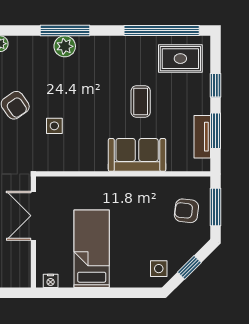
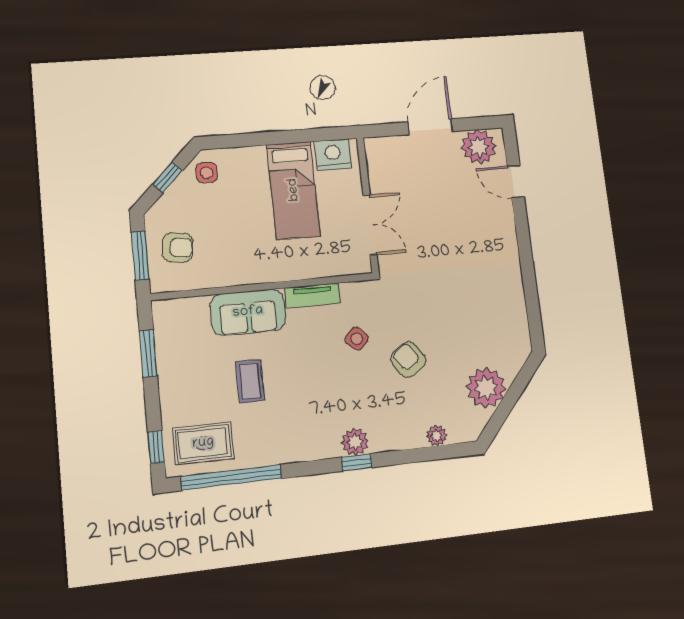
window: (65, 31) -> (357, 462), width x0.46
window: (216, 85) -> (156, 447), moved
side table: (54, 126) -> (357, 339), turned 45
tv unit: (202, 137) -> (312, 295), moved, turned 90
nightstand: (51, 281) -> (333, 155), width x1.89, depth x1.79

